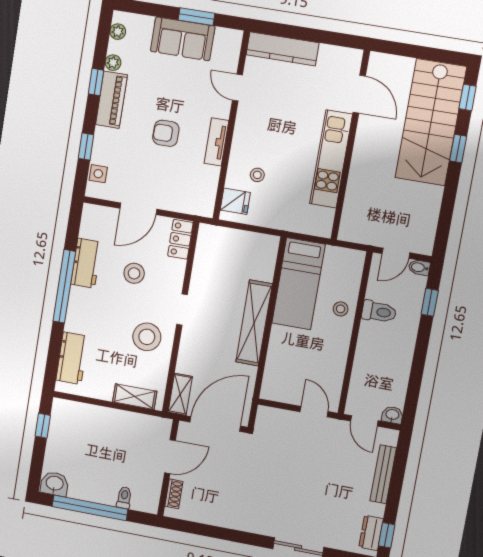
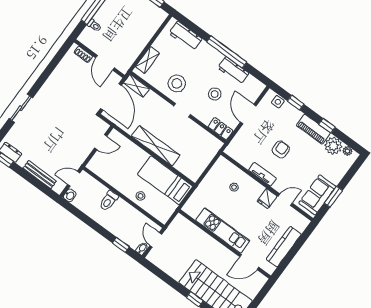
sofa: (183, 39) -> (317, 195), moved
kitchen counter: (282, 49) -> (284, 247), moved
plant: (113, 63) -> (333, 146), width x1.88, depth x1.88
fridge: (235, 201) -> (267, 199), moved
toilet: (379, 312) -> (109, 201), moved
door: (314, 412) -> (101, 142), moved

